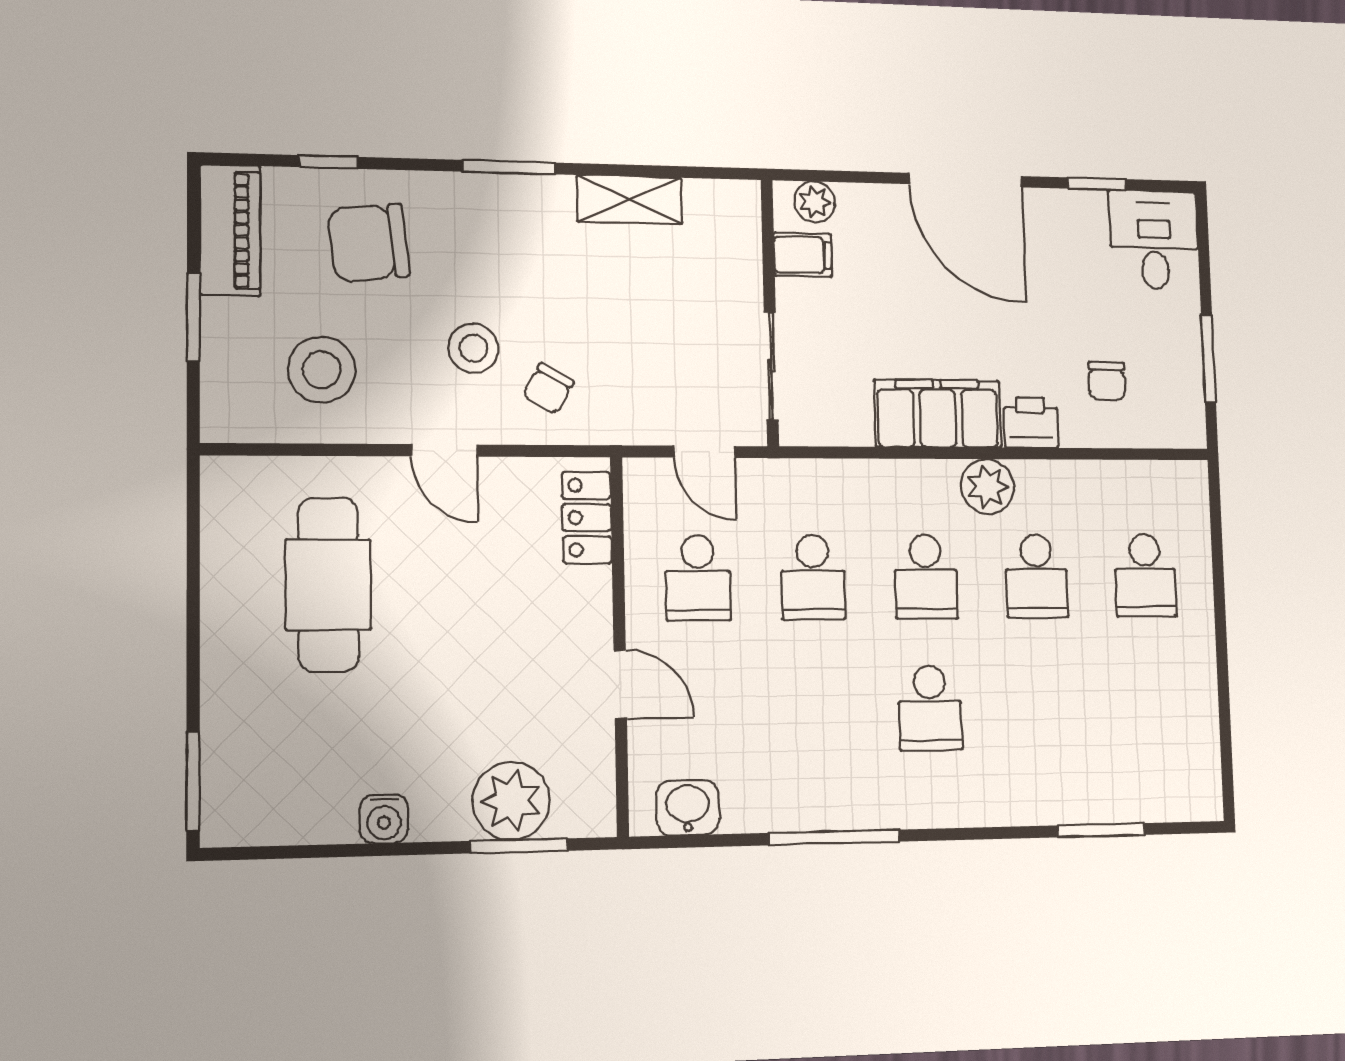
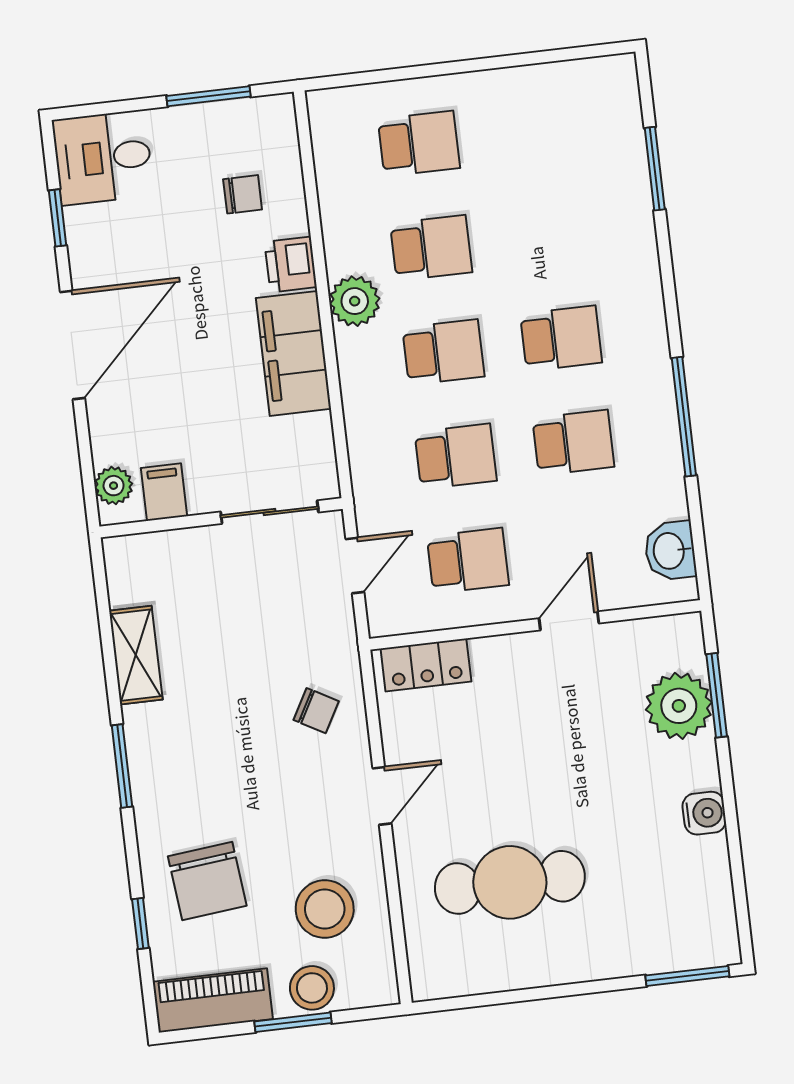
stool: (473, 348) -> (312, 988), moved
school desk: (817, 710) -> (573, 443), added

